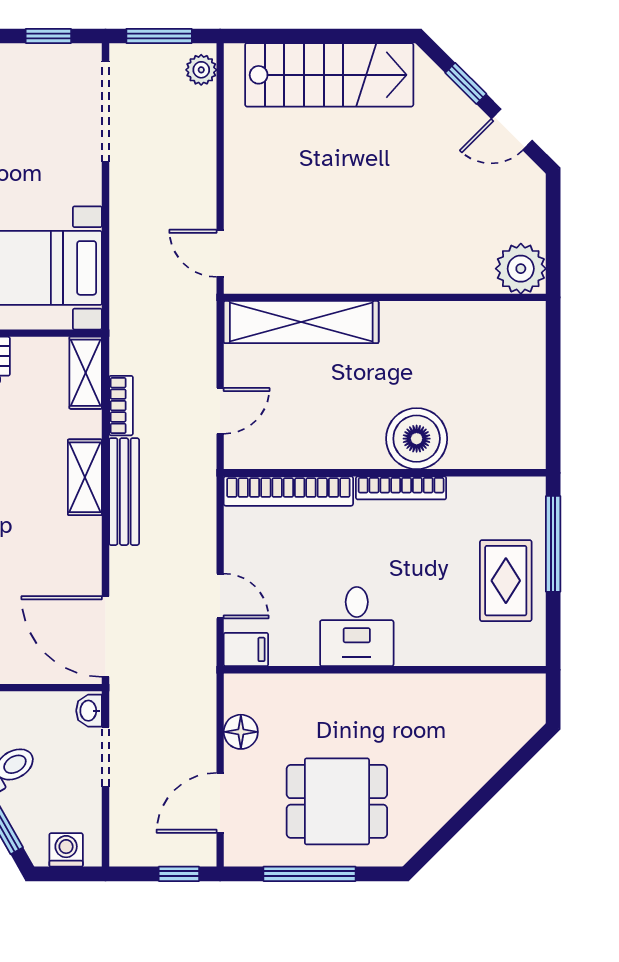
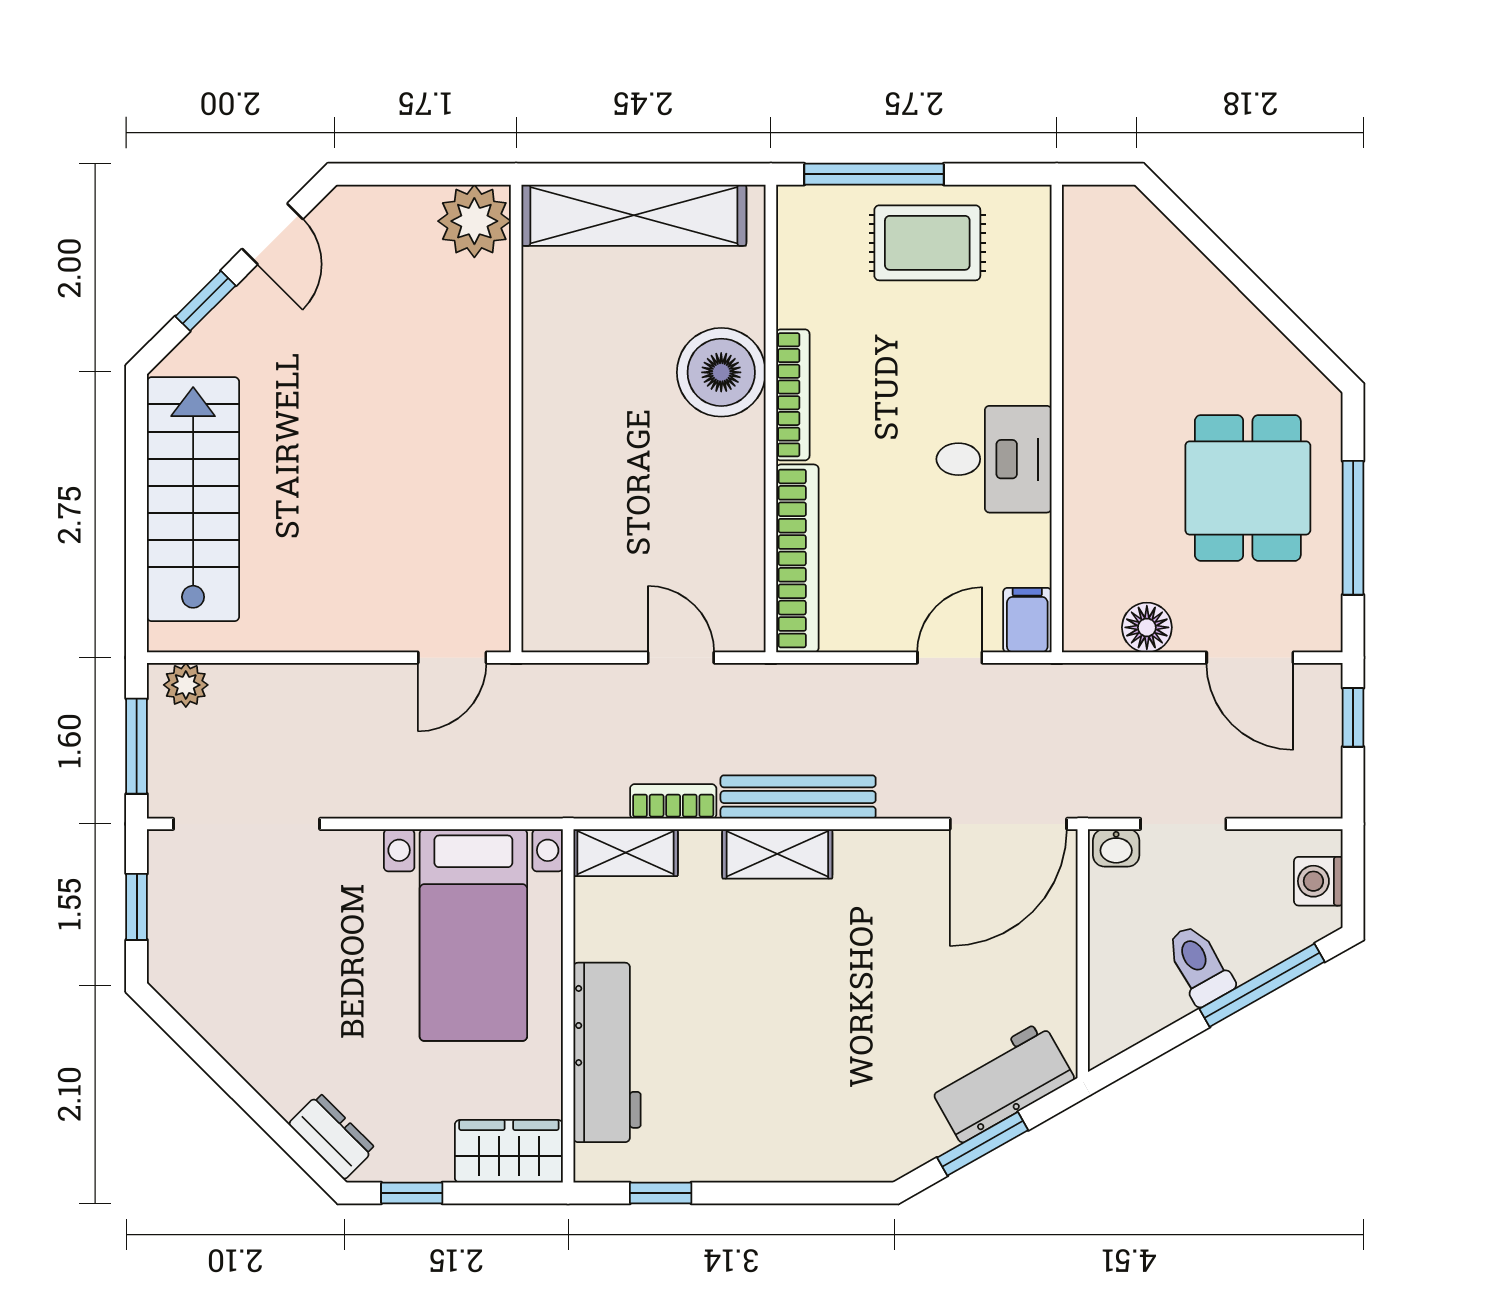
shelving: (301, 322) -> (634, 215), moved, turned 90

